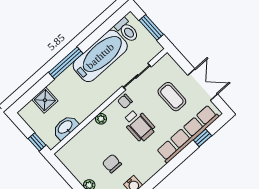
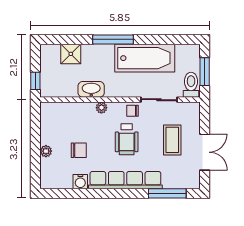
toilet: (127, 30) -> (191, 85), moved, turned 180
washbasin: (65, 127) -> (91, 89), moved
row of seats: (188, 134) -> (125, 180), moved
window: (202, 138) -> (167, 193), width x2.17
chair: (112, 164) -> (79, 150), turned 90

